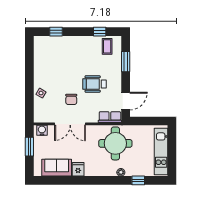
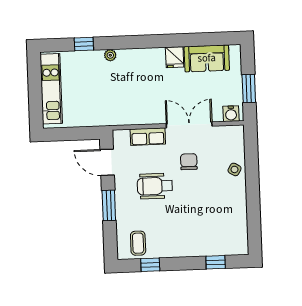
window: (126, 62) -> (109, 205), moved
wheelchair: (94, 84) -> (155, 186), turned 180
door: (126, 101) -> (107, 162), hinge flipped
row of seats: (110, 117) -> (148, 137), moved
round table: (115, 143) -> (120, 98), removed

